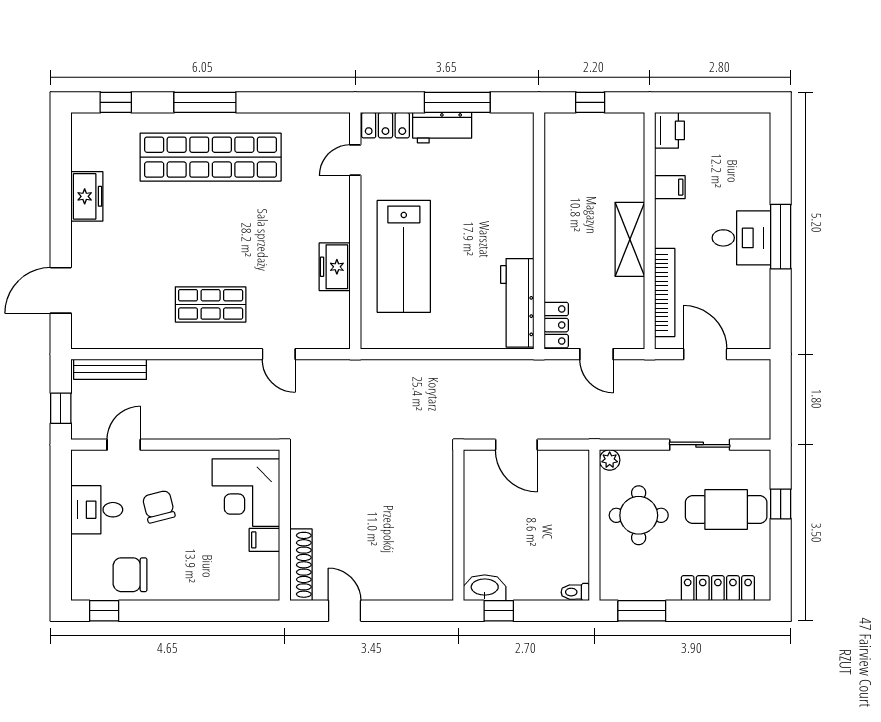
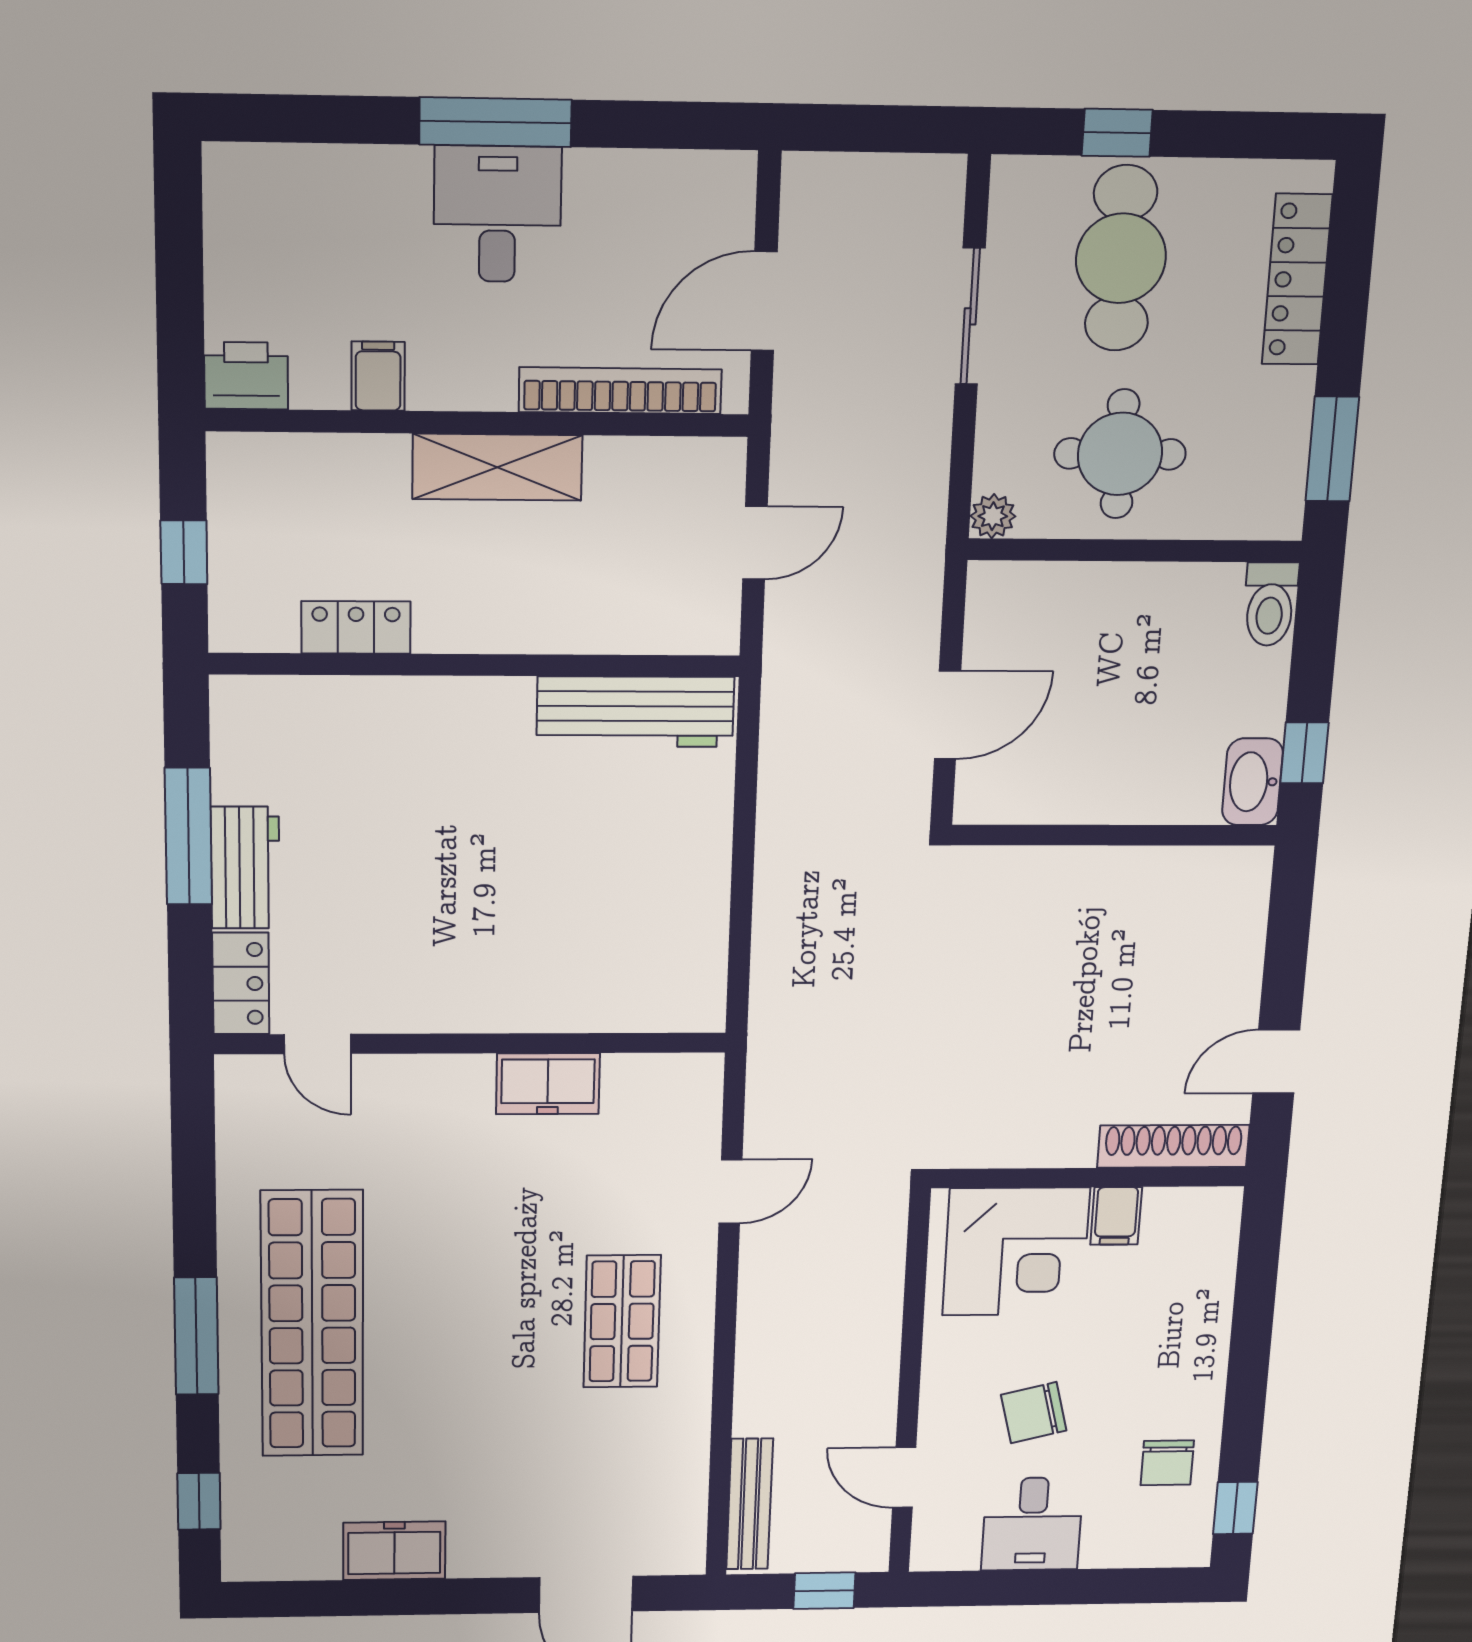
lab bench: (404, 256) -> (528, 946), removed
locker: (556, 325) -> (356, 627), moved
chair: (130, 575) -> (1167, 1463), width x0.73, depth x0.73
toilet: (575, 592) -> (1270, 604), width x1.37, depth x1.39

